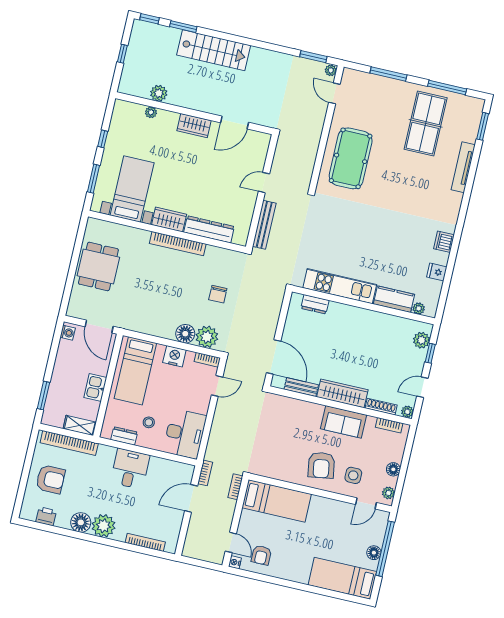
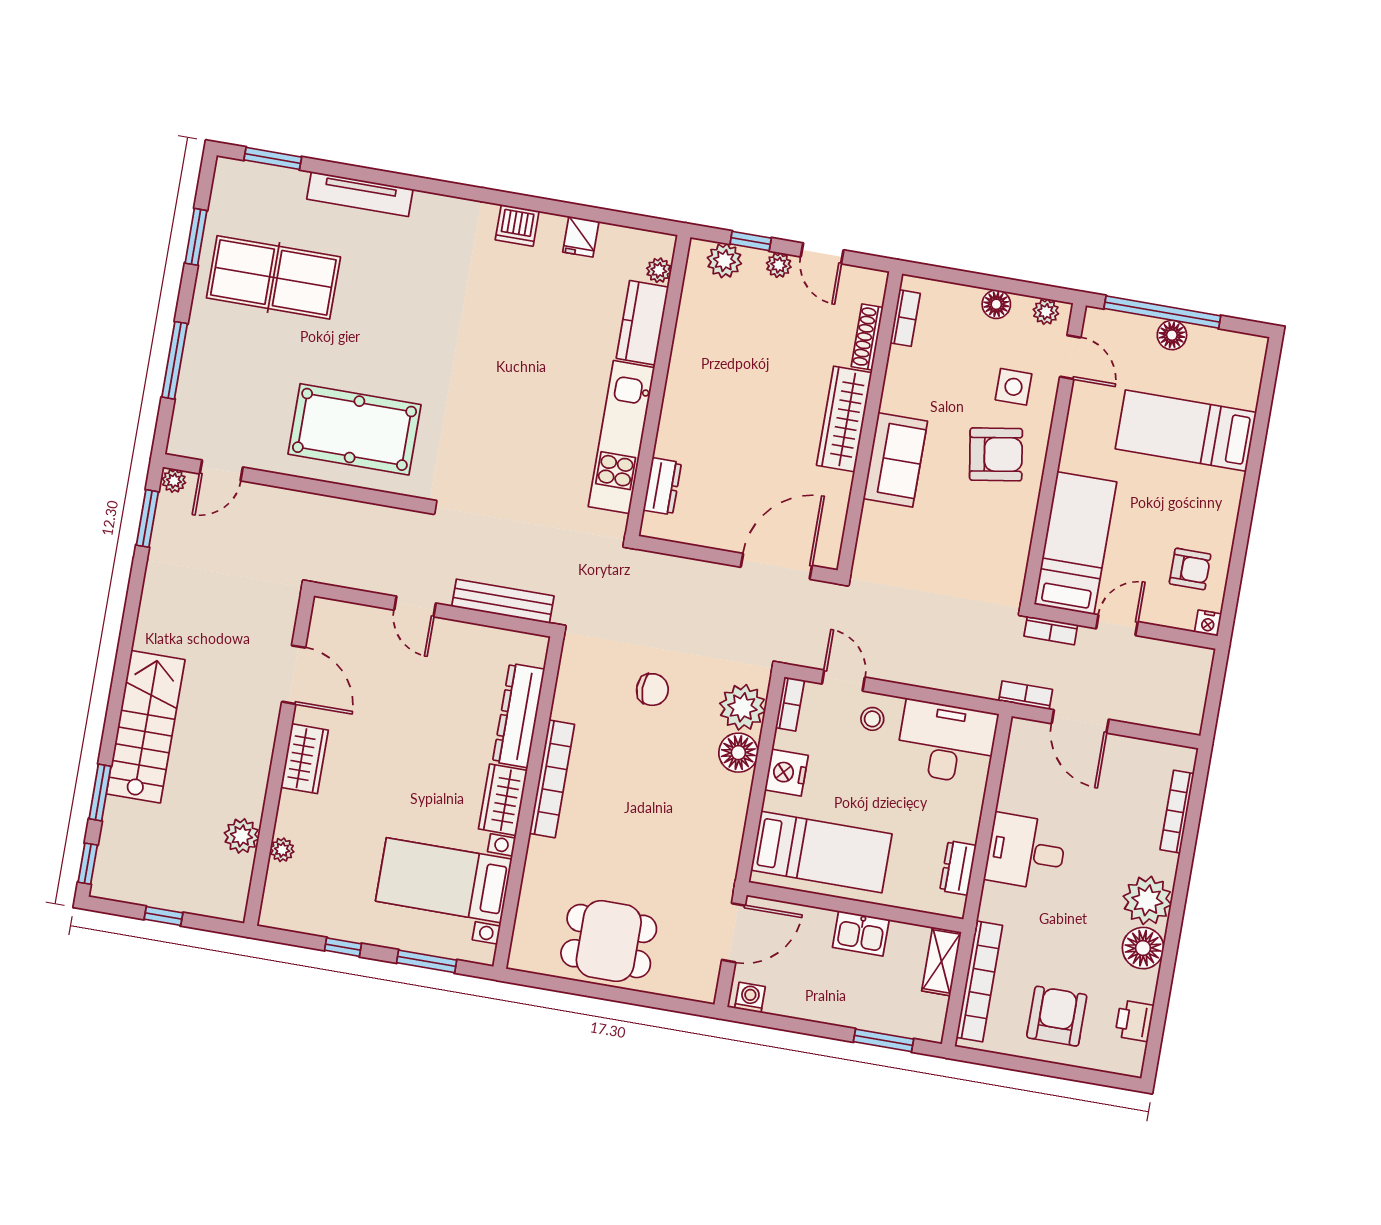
window: (447, 87) -> (196, 237), width x0.69
bench: (301, 387) -> (836, 505), removed
plant: (407, 412) -> (779, 265), moved
stool: (149, 422) -> (872, 719), moved
sofa: (344, 422) -> (895, 460), moved
door: (231, 542) -> (1117, 625), moved
bed: (342, 578) -> (1186, 431), moved, turned 90

